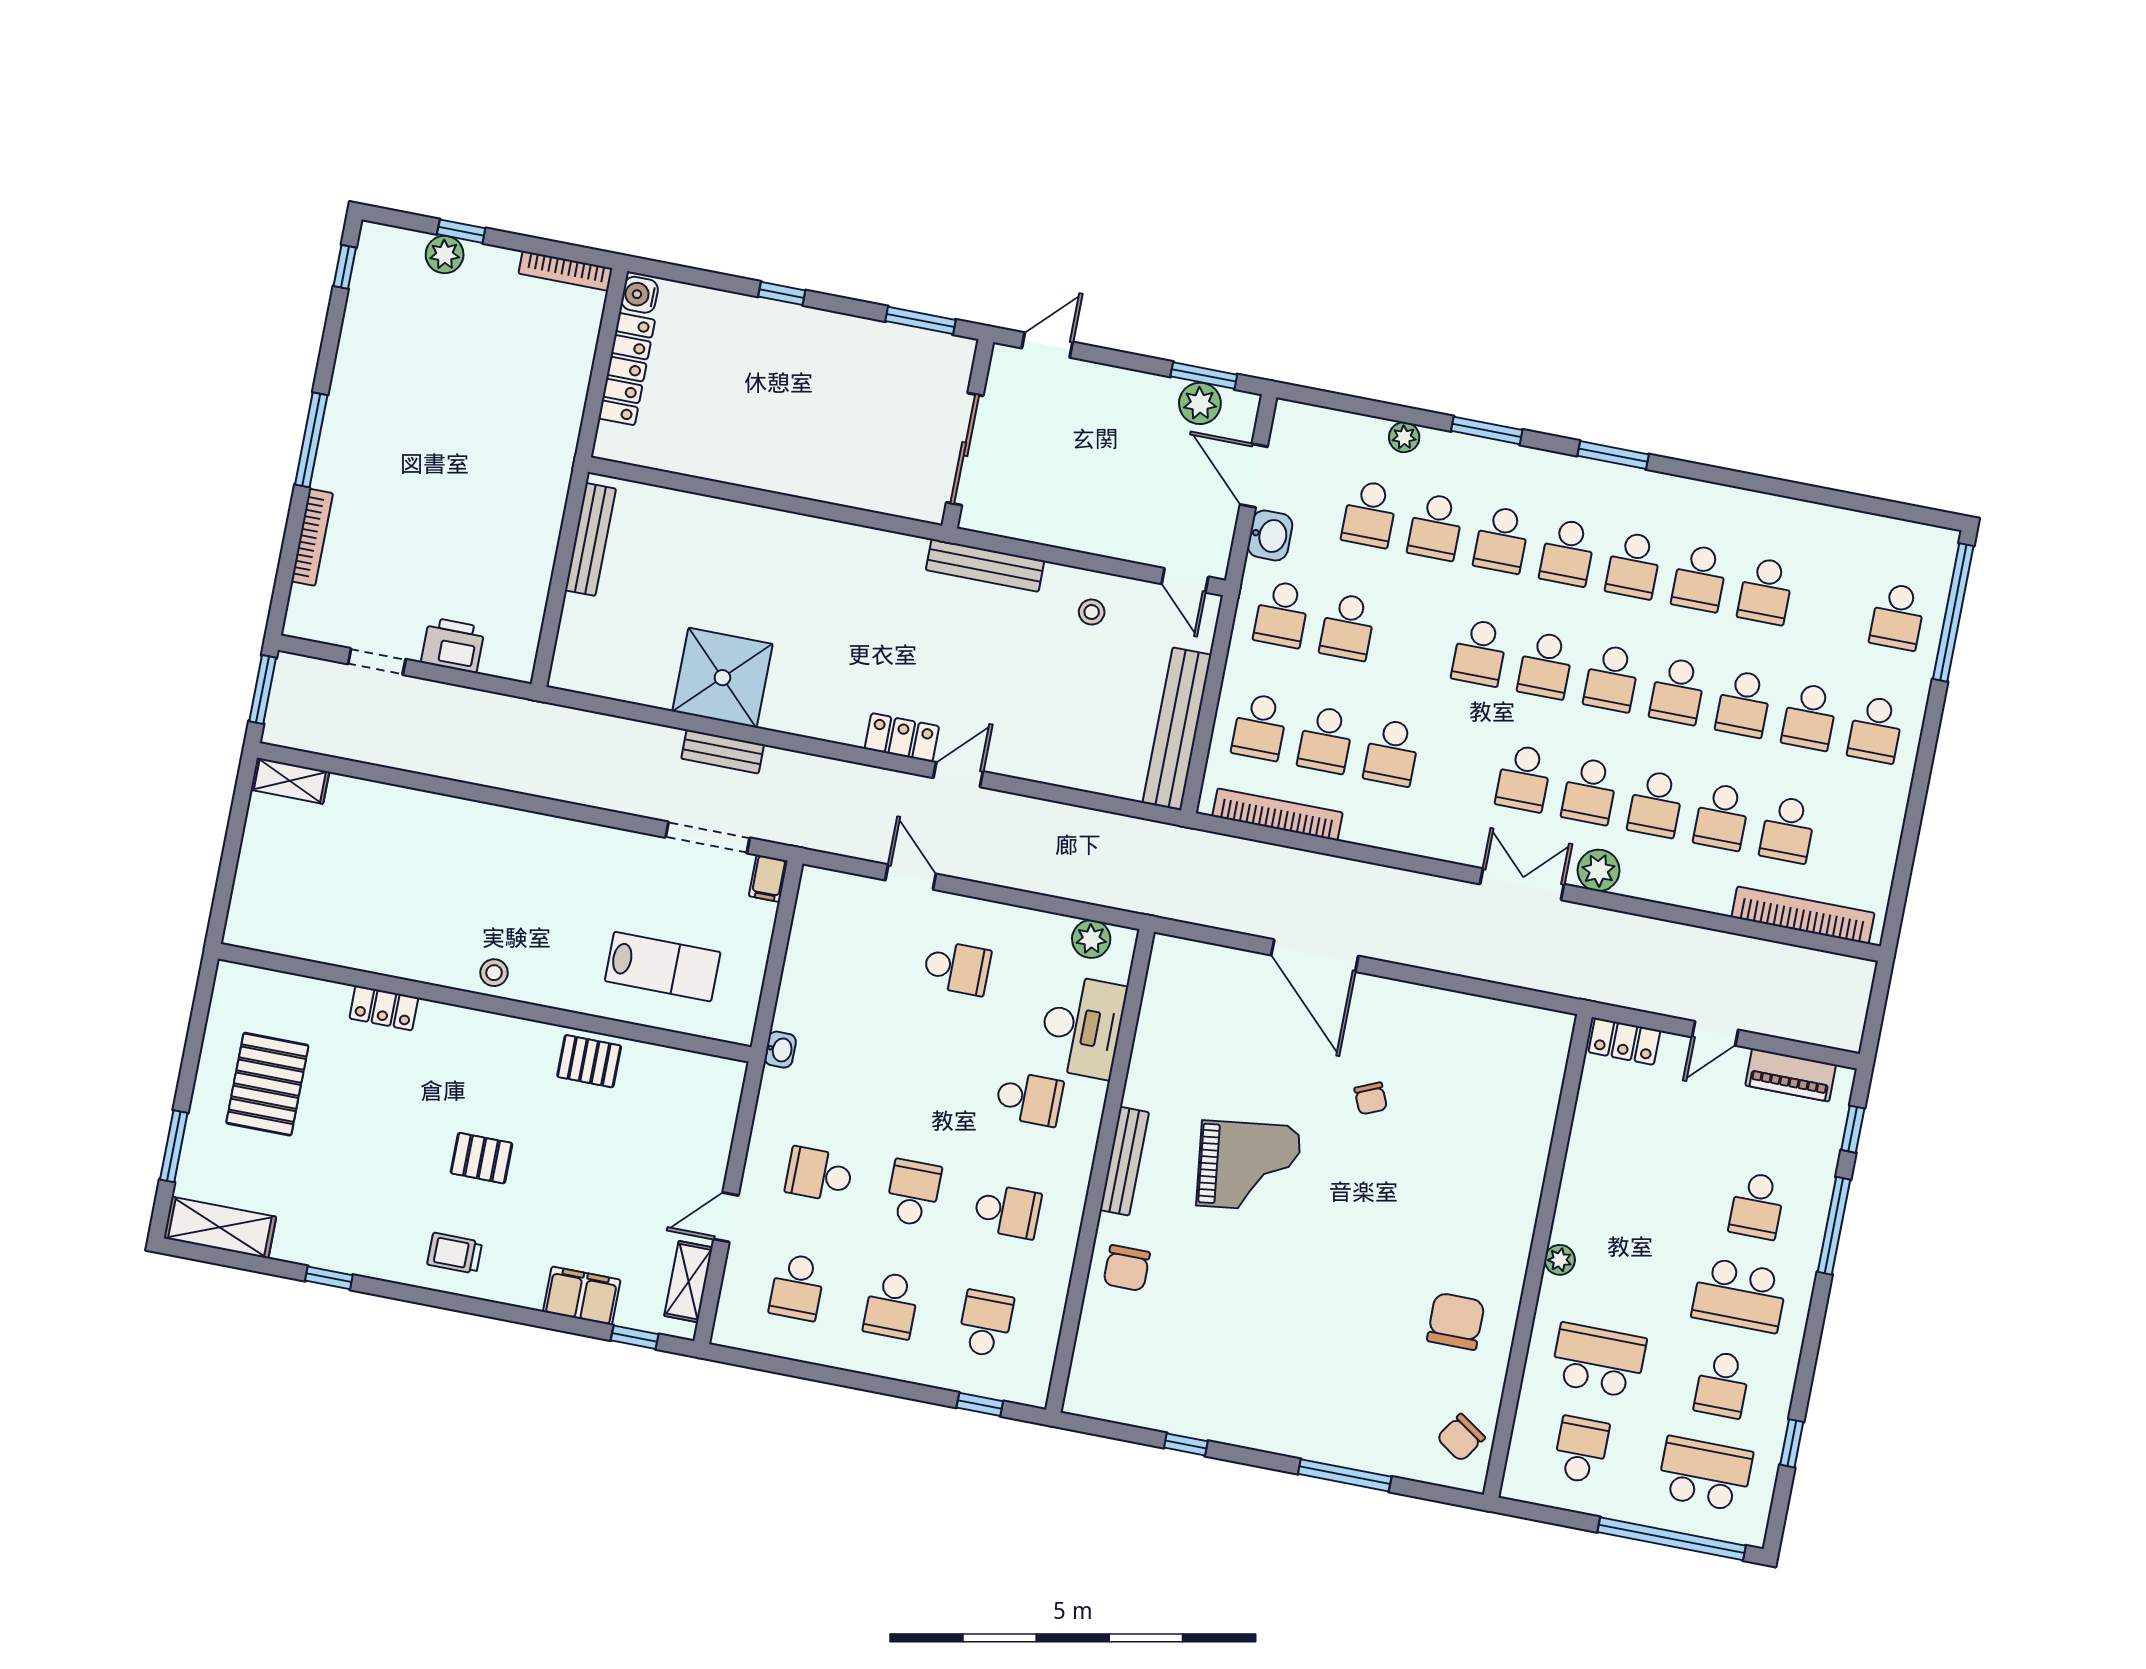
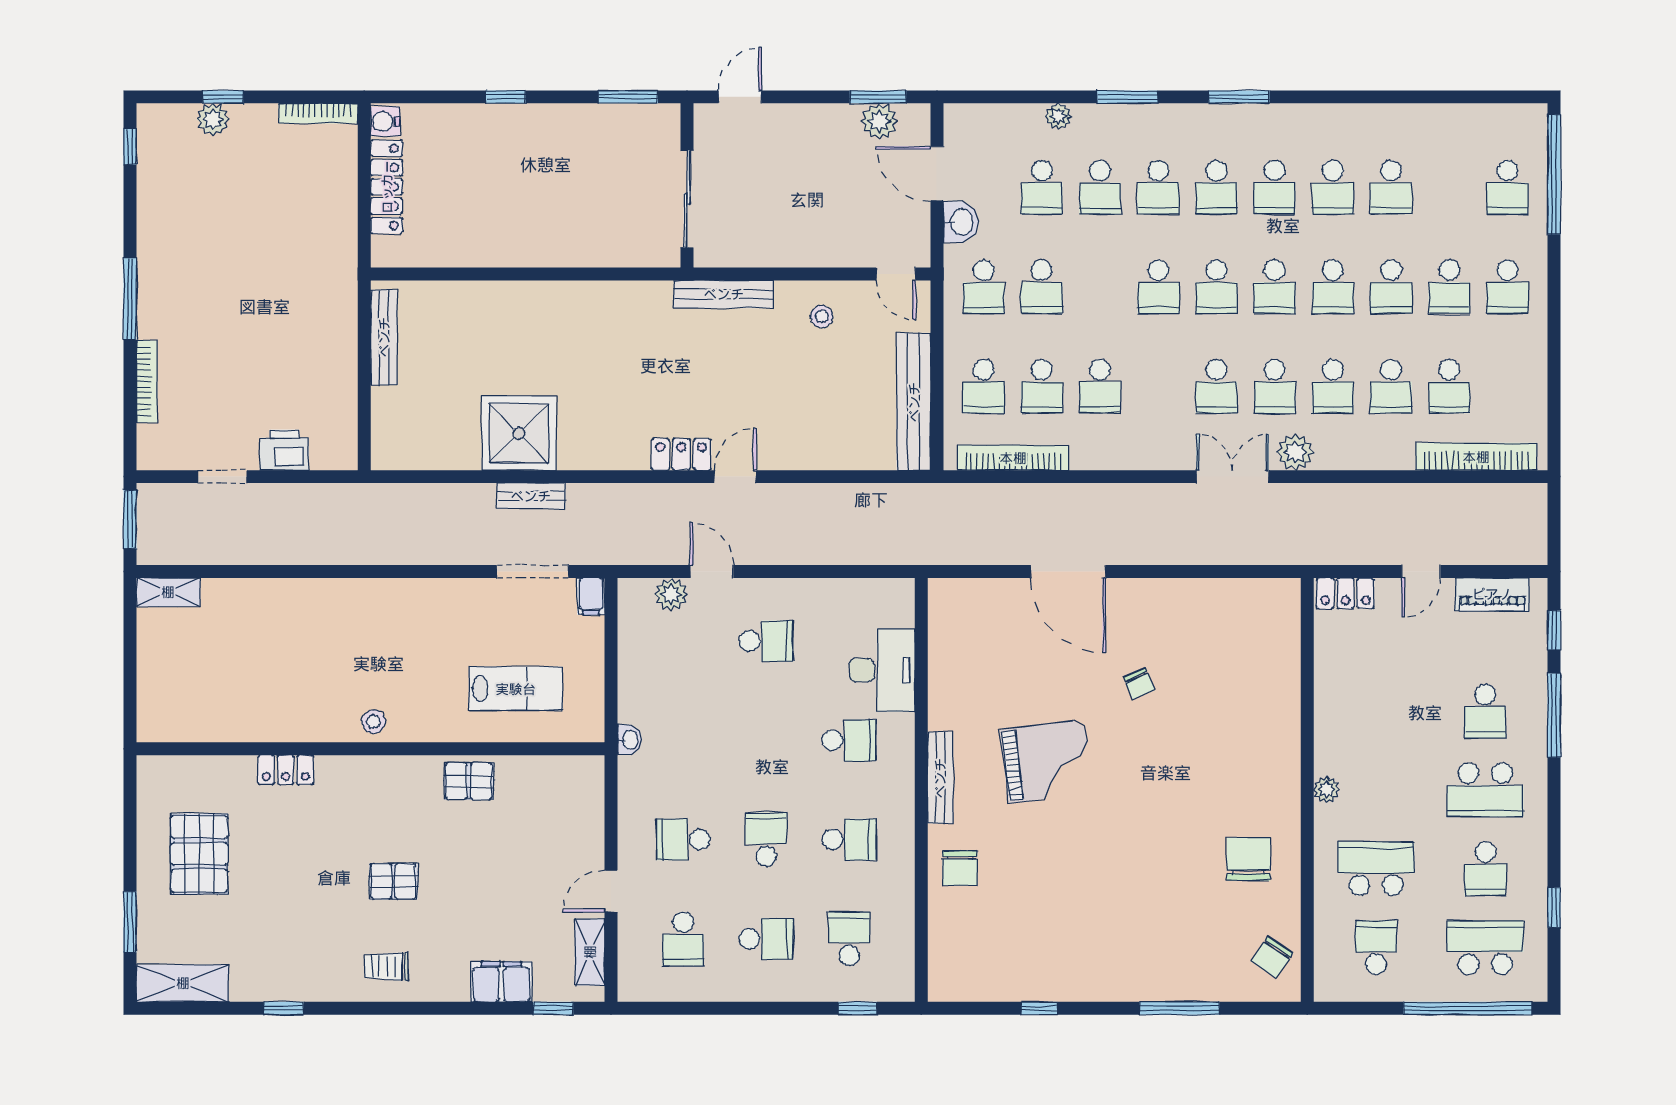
plant: (1091, 939) -> (671, 594), moved
school desk: (891, 1305) -> (766, 939), turned -90

